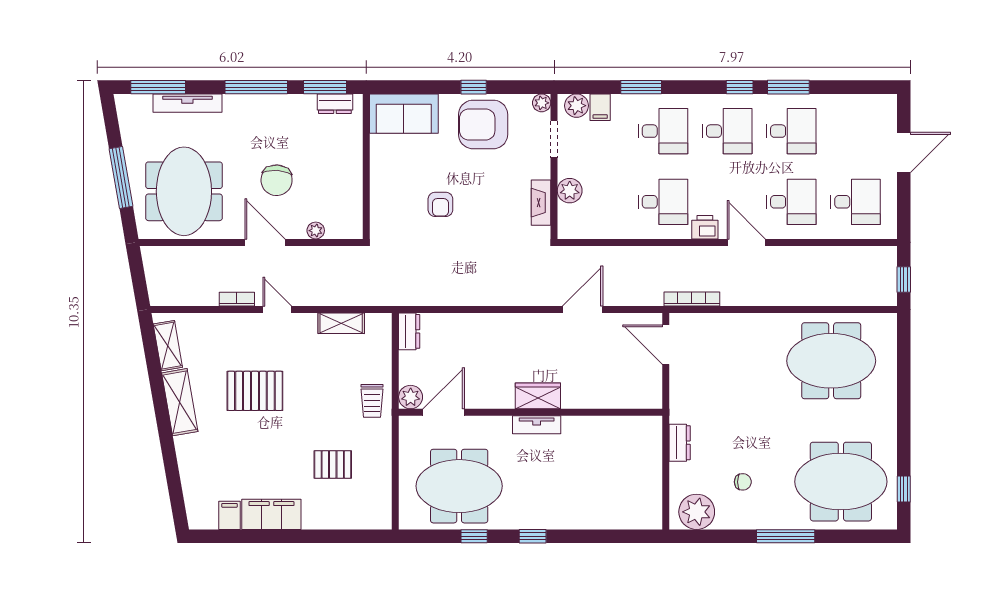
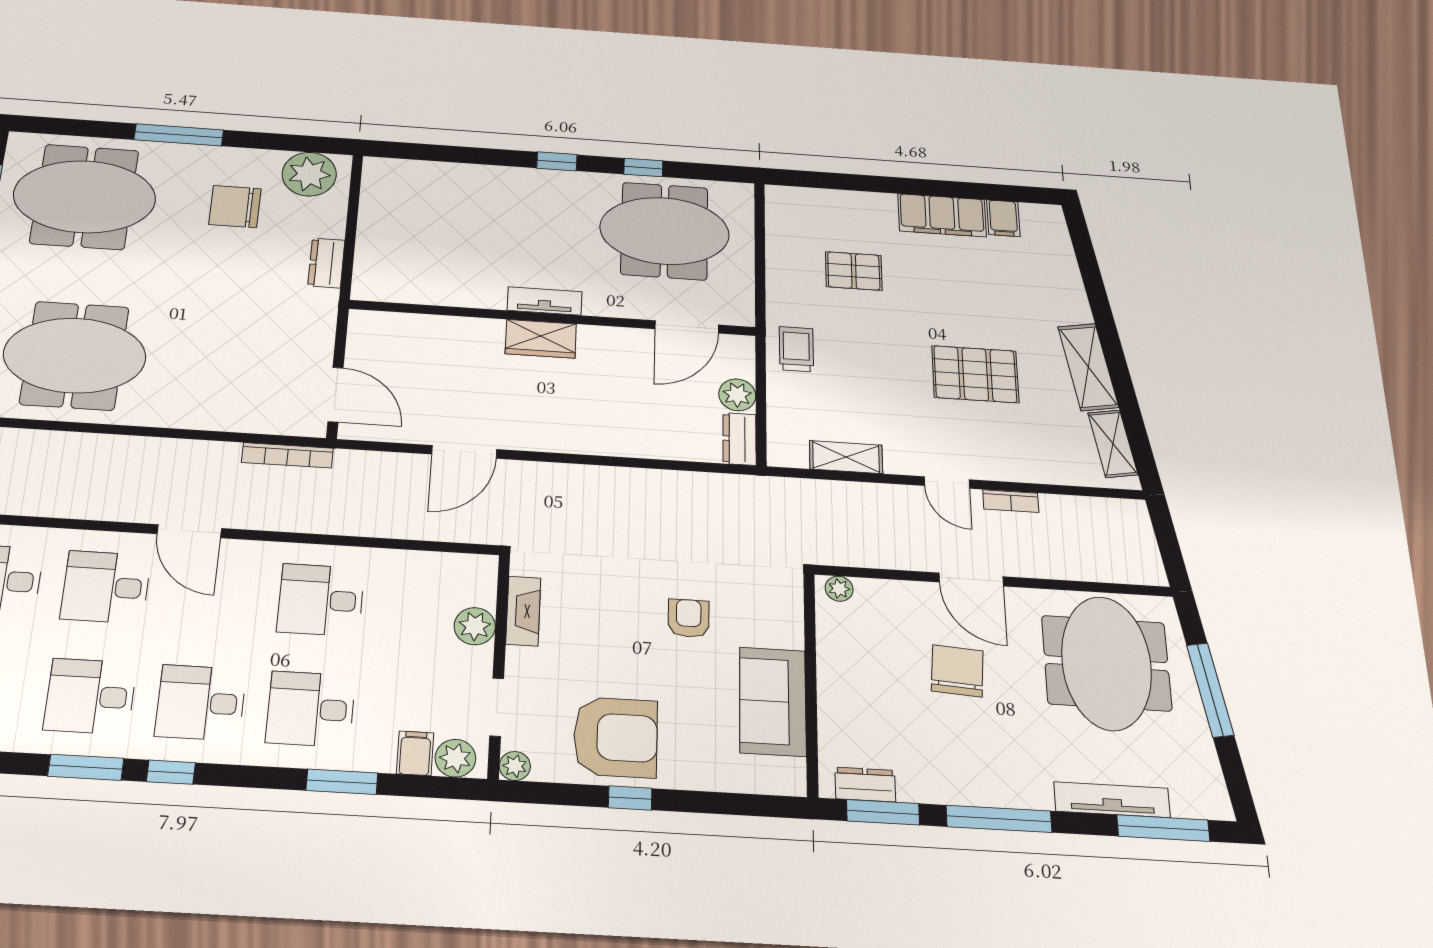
sofa: (404, 114) -> (773, 701), moved, turned -90
printer: (705, 227) -> (255, 558), removed
plant: (316, 231) -> (839, 589), moved
plant: (411, 397) -> (737, 395), moved
chair: (743, 482) -> (235, 207), width x1.87, depth x1.87

